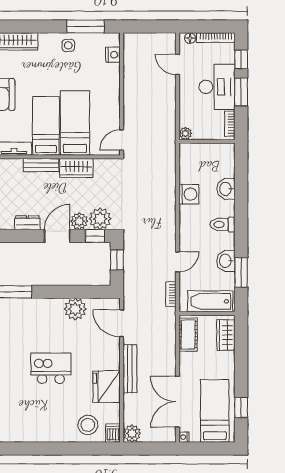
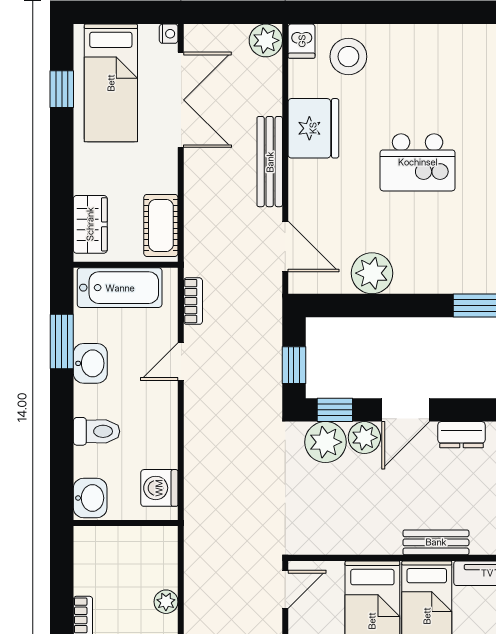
wall: (207, 141) -> (126, 523), moved
wardrobe: (76, 168) -> (370, 537), removed

